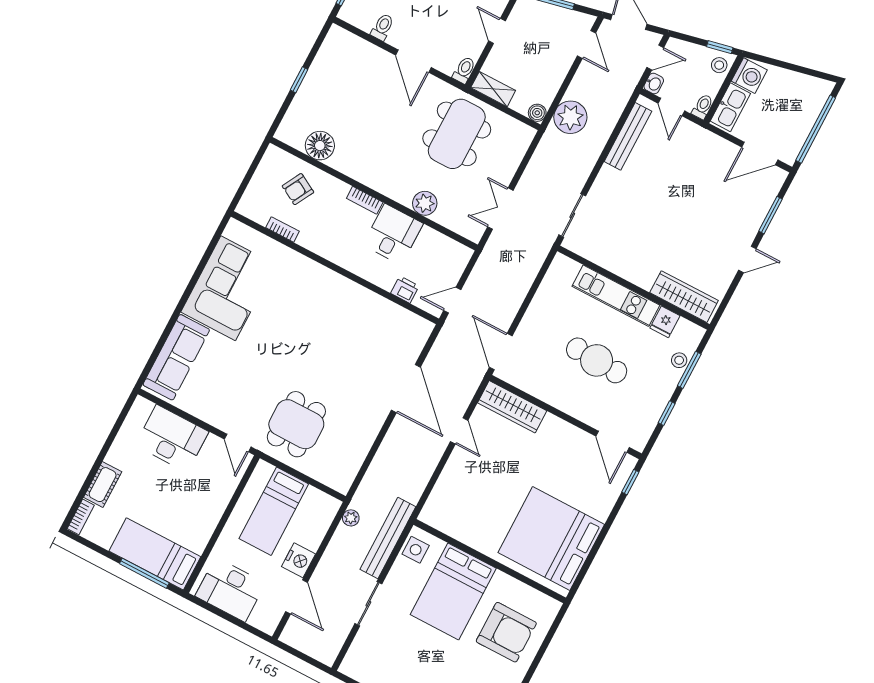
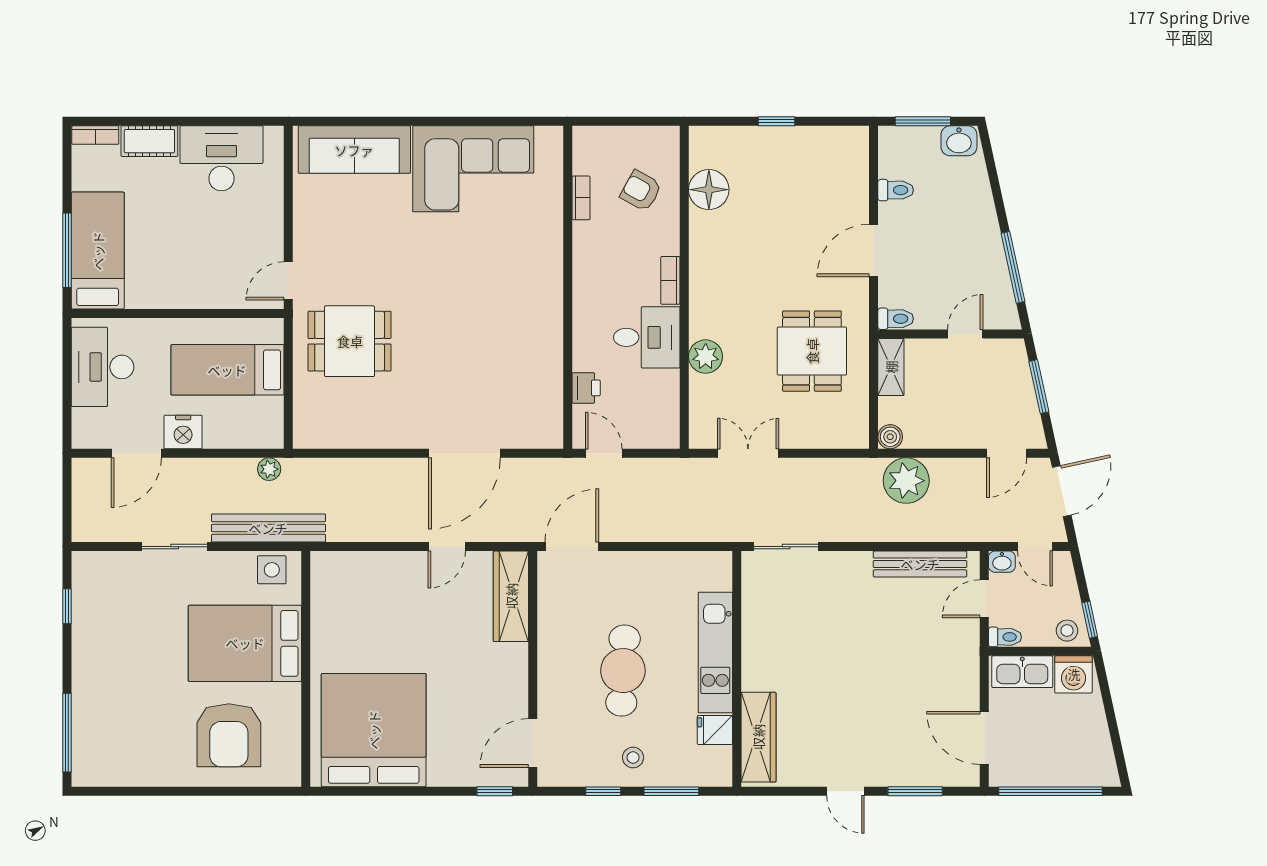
dining table: (457, 134) -> (812, 351), width x0.73
stool: (679, 360) -> (633, 758), moved
desk: (172, 438) -> (221, 158), moved, turned -90

